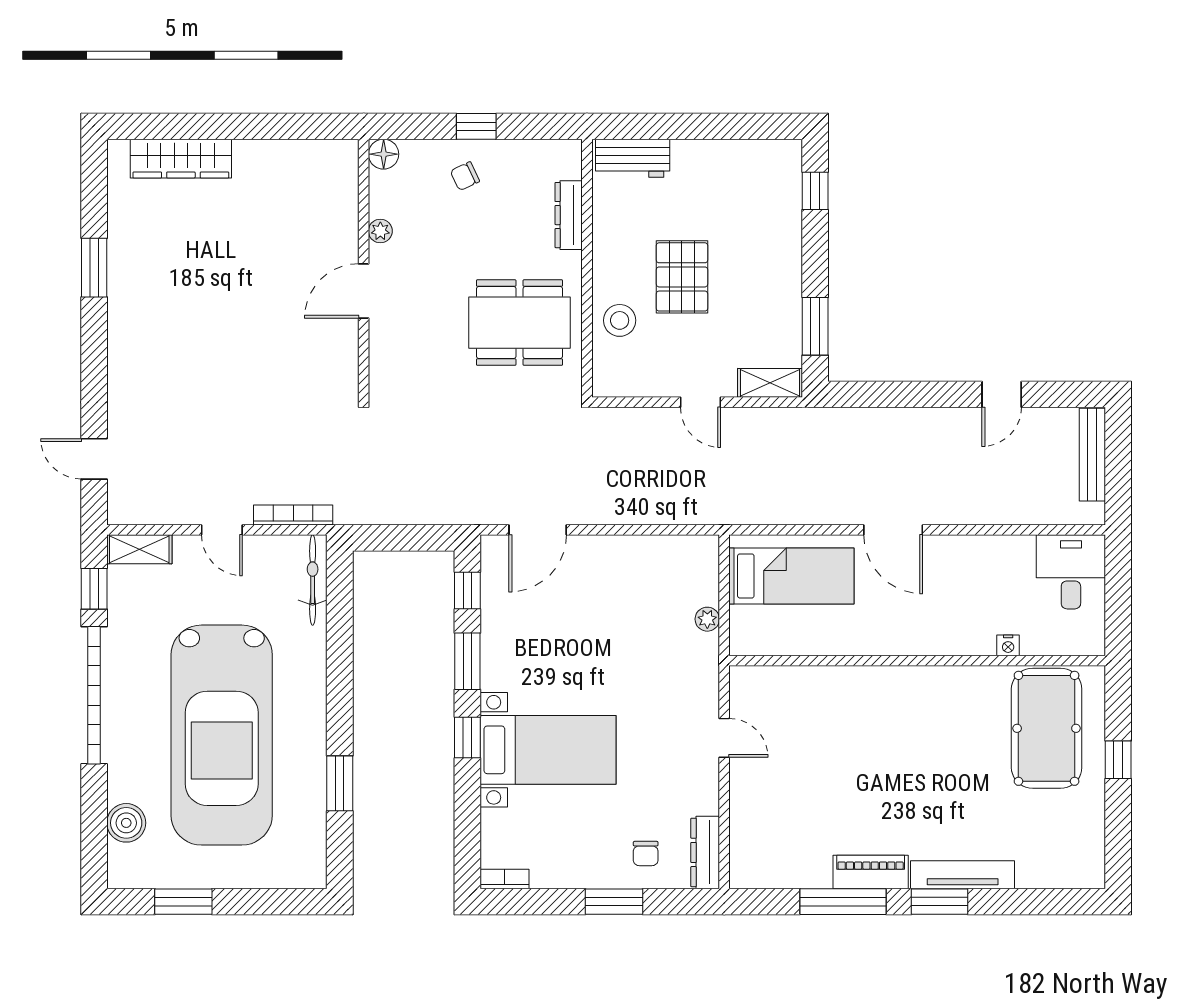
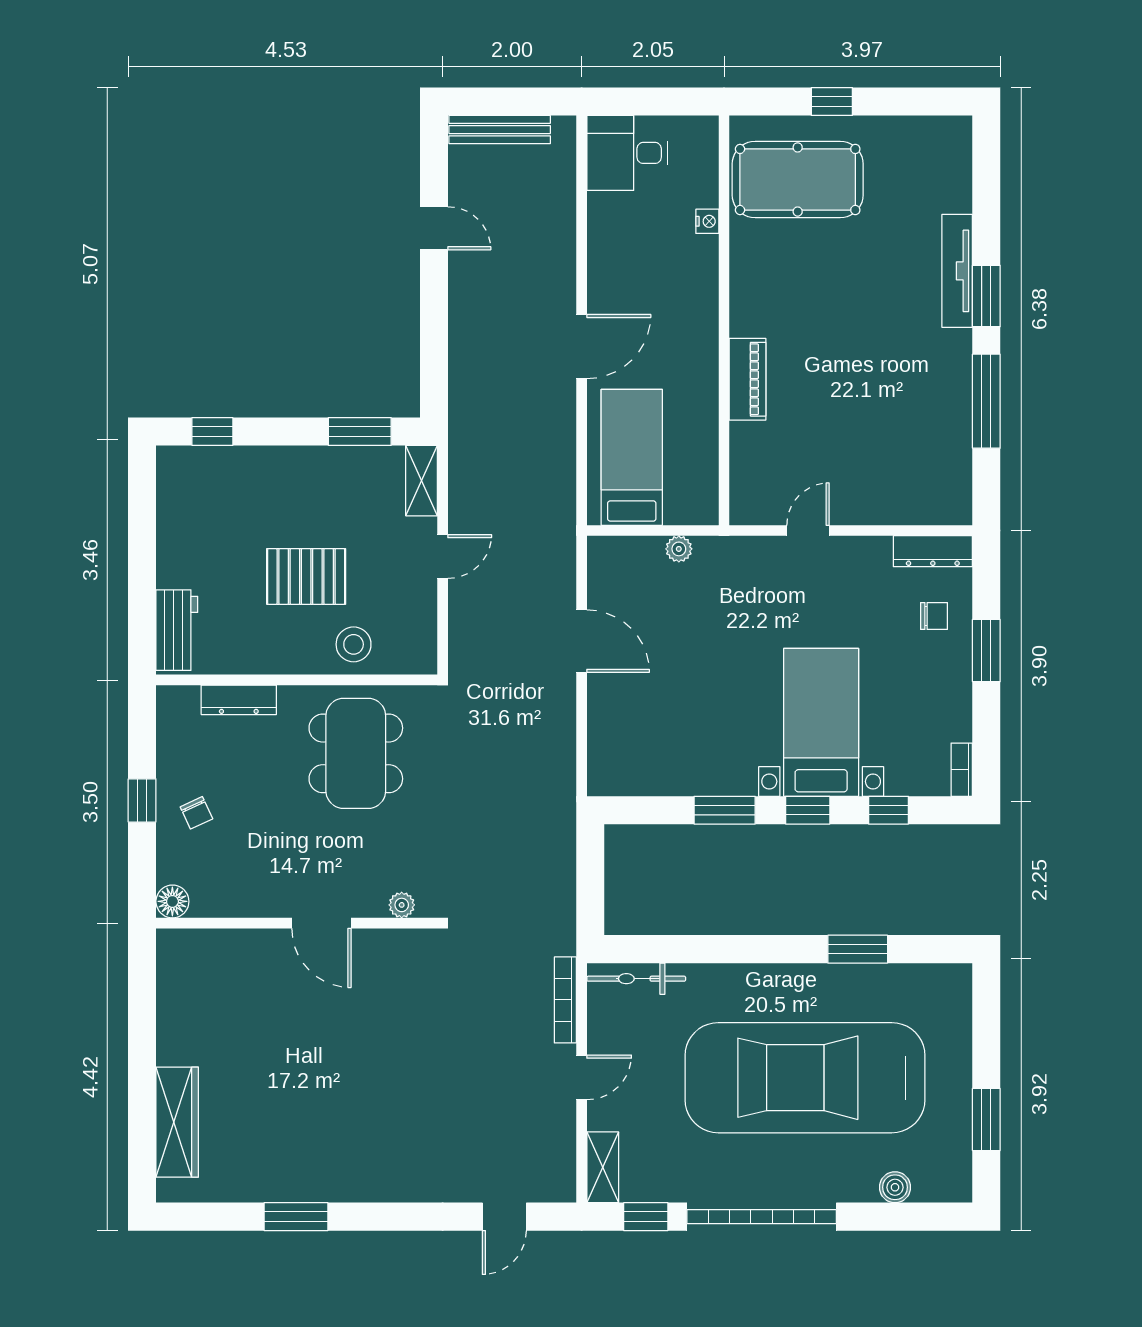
plant: (380, 231) -> (402, 905), moved
door: (538, 530) -> (582, 641), moved
window: (467, 590) -> (889, 810), moved
car: (222, 735) -> (805, 1078), turned 180
boiler: (126, 823) -> (895, 1187), width x0.73, depth x0.73
piano: (871, 872) -> (748, 379), moved, turned 180

